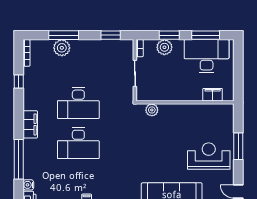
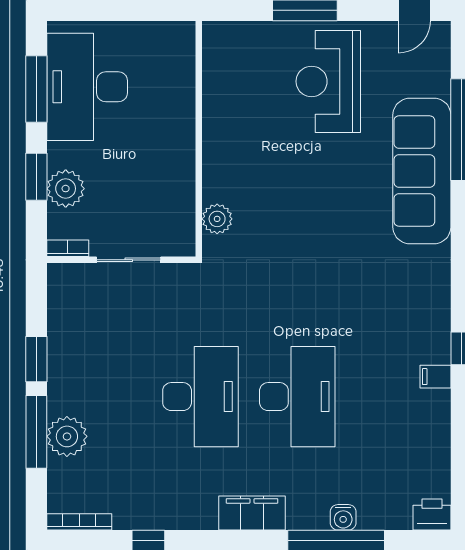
window: (111, 35) -> (36, 359), moved
filing cabinet: (213, 95) -> (180, 72), removed
water cooler: (28, 185) -> (343, 517), moved

